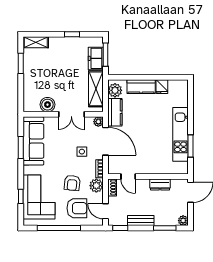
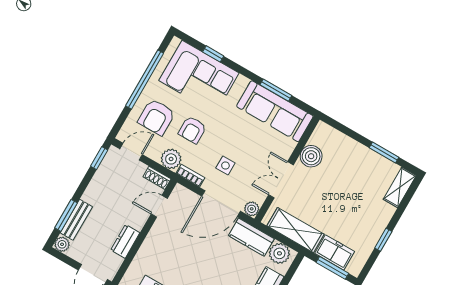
armchair: (72, 183) -> (192, 130), turned -96
bench: (141, 220) -> (76, 220), moved

